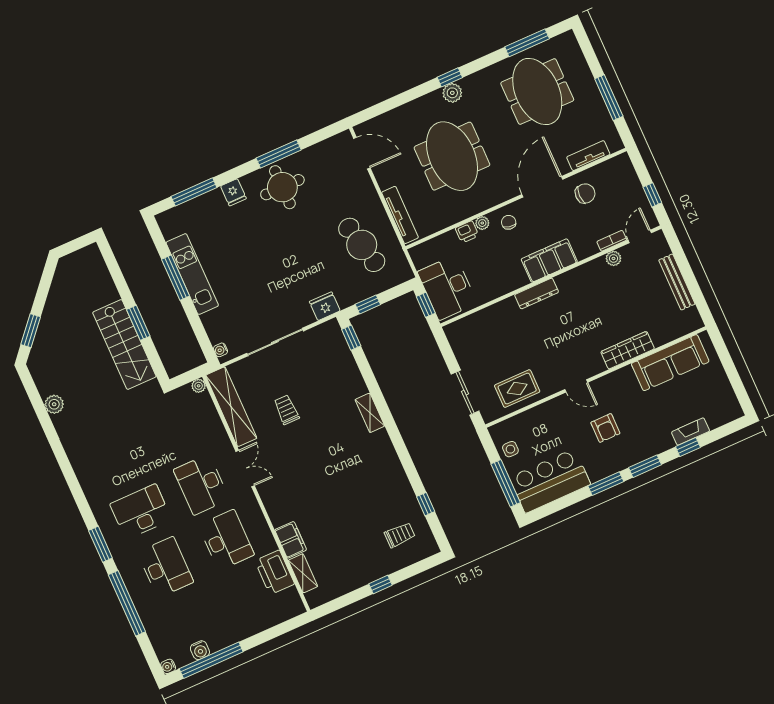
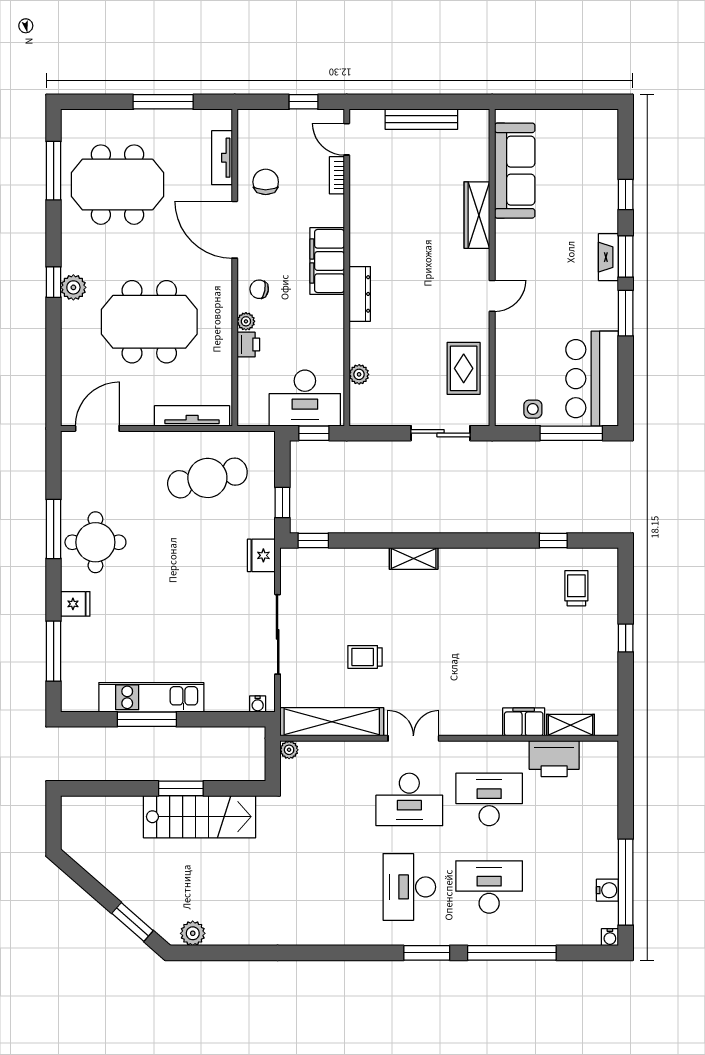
plant: (613, 258) -> (359, 374), moved
plant: (54, 404) -> (193, 933), moved
armchair: (605, 428) -> (558, 284), removed
fireplace: (691, 432) -> (608, 257), moved

